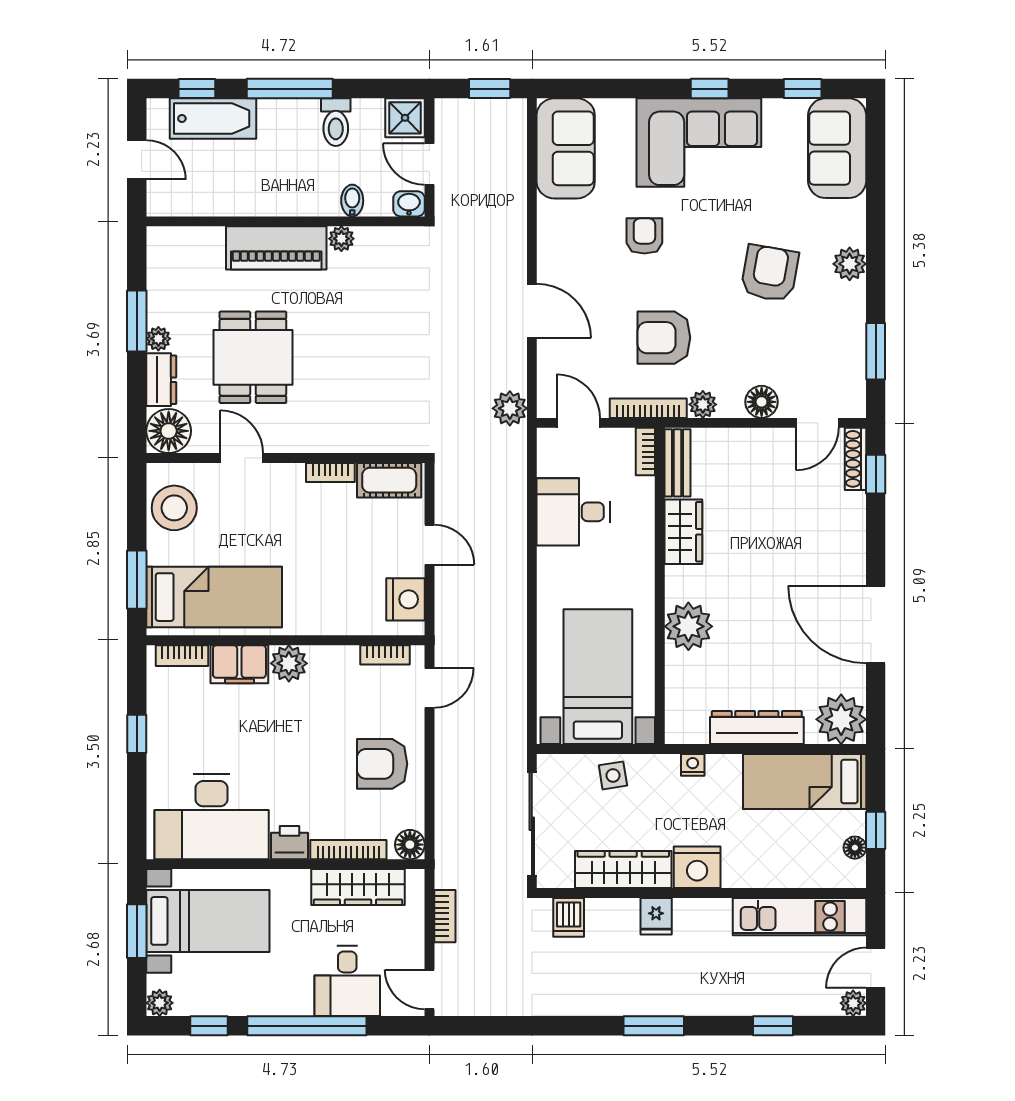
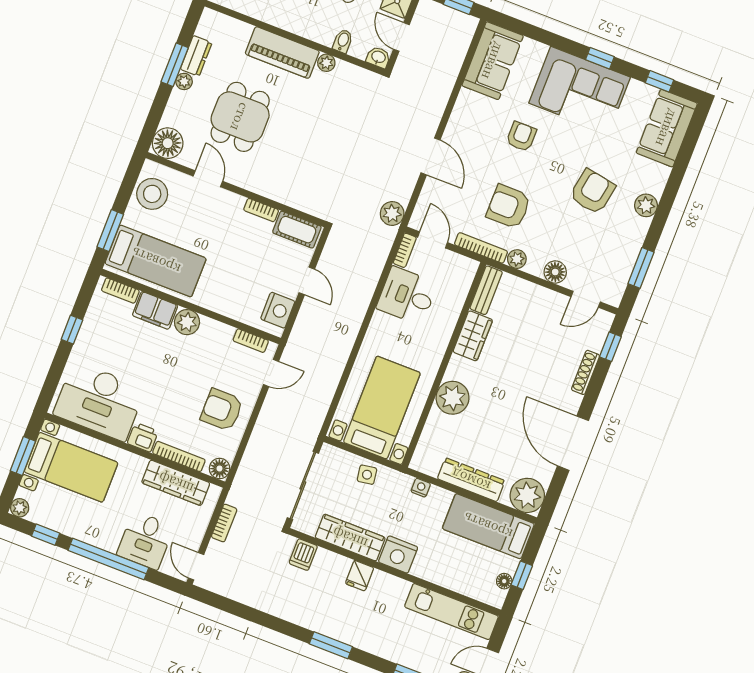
dresser: (161, 380) -> (196, 56), moved
bookcase: (645, 452) -> (405, 250), moved, turned 180
shoe rack: (855, 459) -> (586, 372), moved

